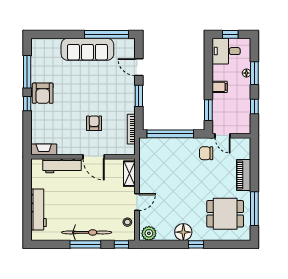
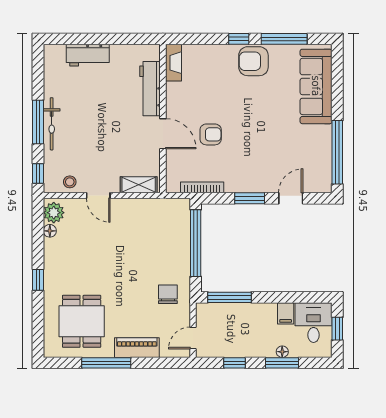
sofa: (87, 49) -> (316, 86), moved
filing cabinet: (220, 87) -> (286, 313), moved
window: (208, 110) -> (229, 297), width x1.44
door: (223, 136) -> (193, 338), moved
door: (94, 157) -> (163, 134), swing flipped
workbench: (38, 209) -> (88, 55), width x0.73
window: (254, 209) -> (106, 363), moved
bicycle: (87, 232) -> (52, 124), width x0.73, depth x0.71
floor lamp: (183, 232) -> (50, 231), moved, width x0.53, depth x0.53

